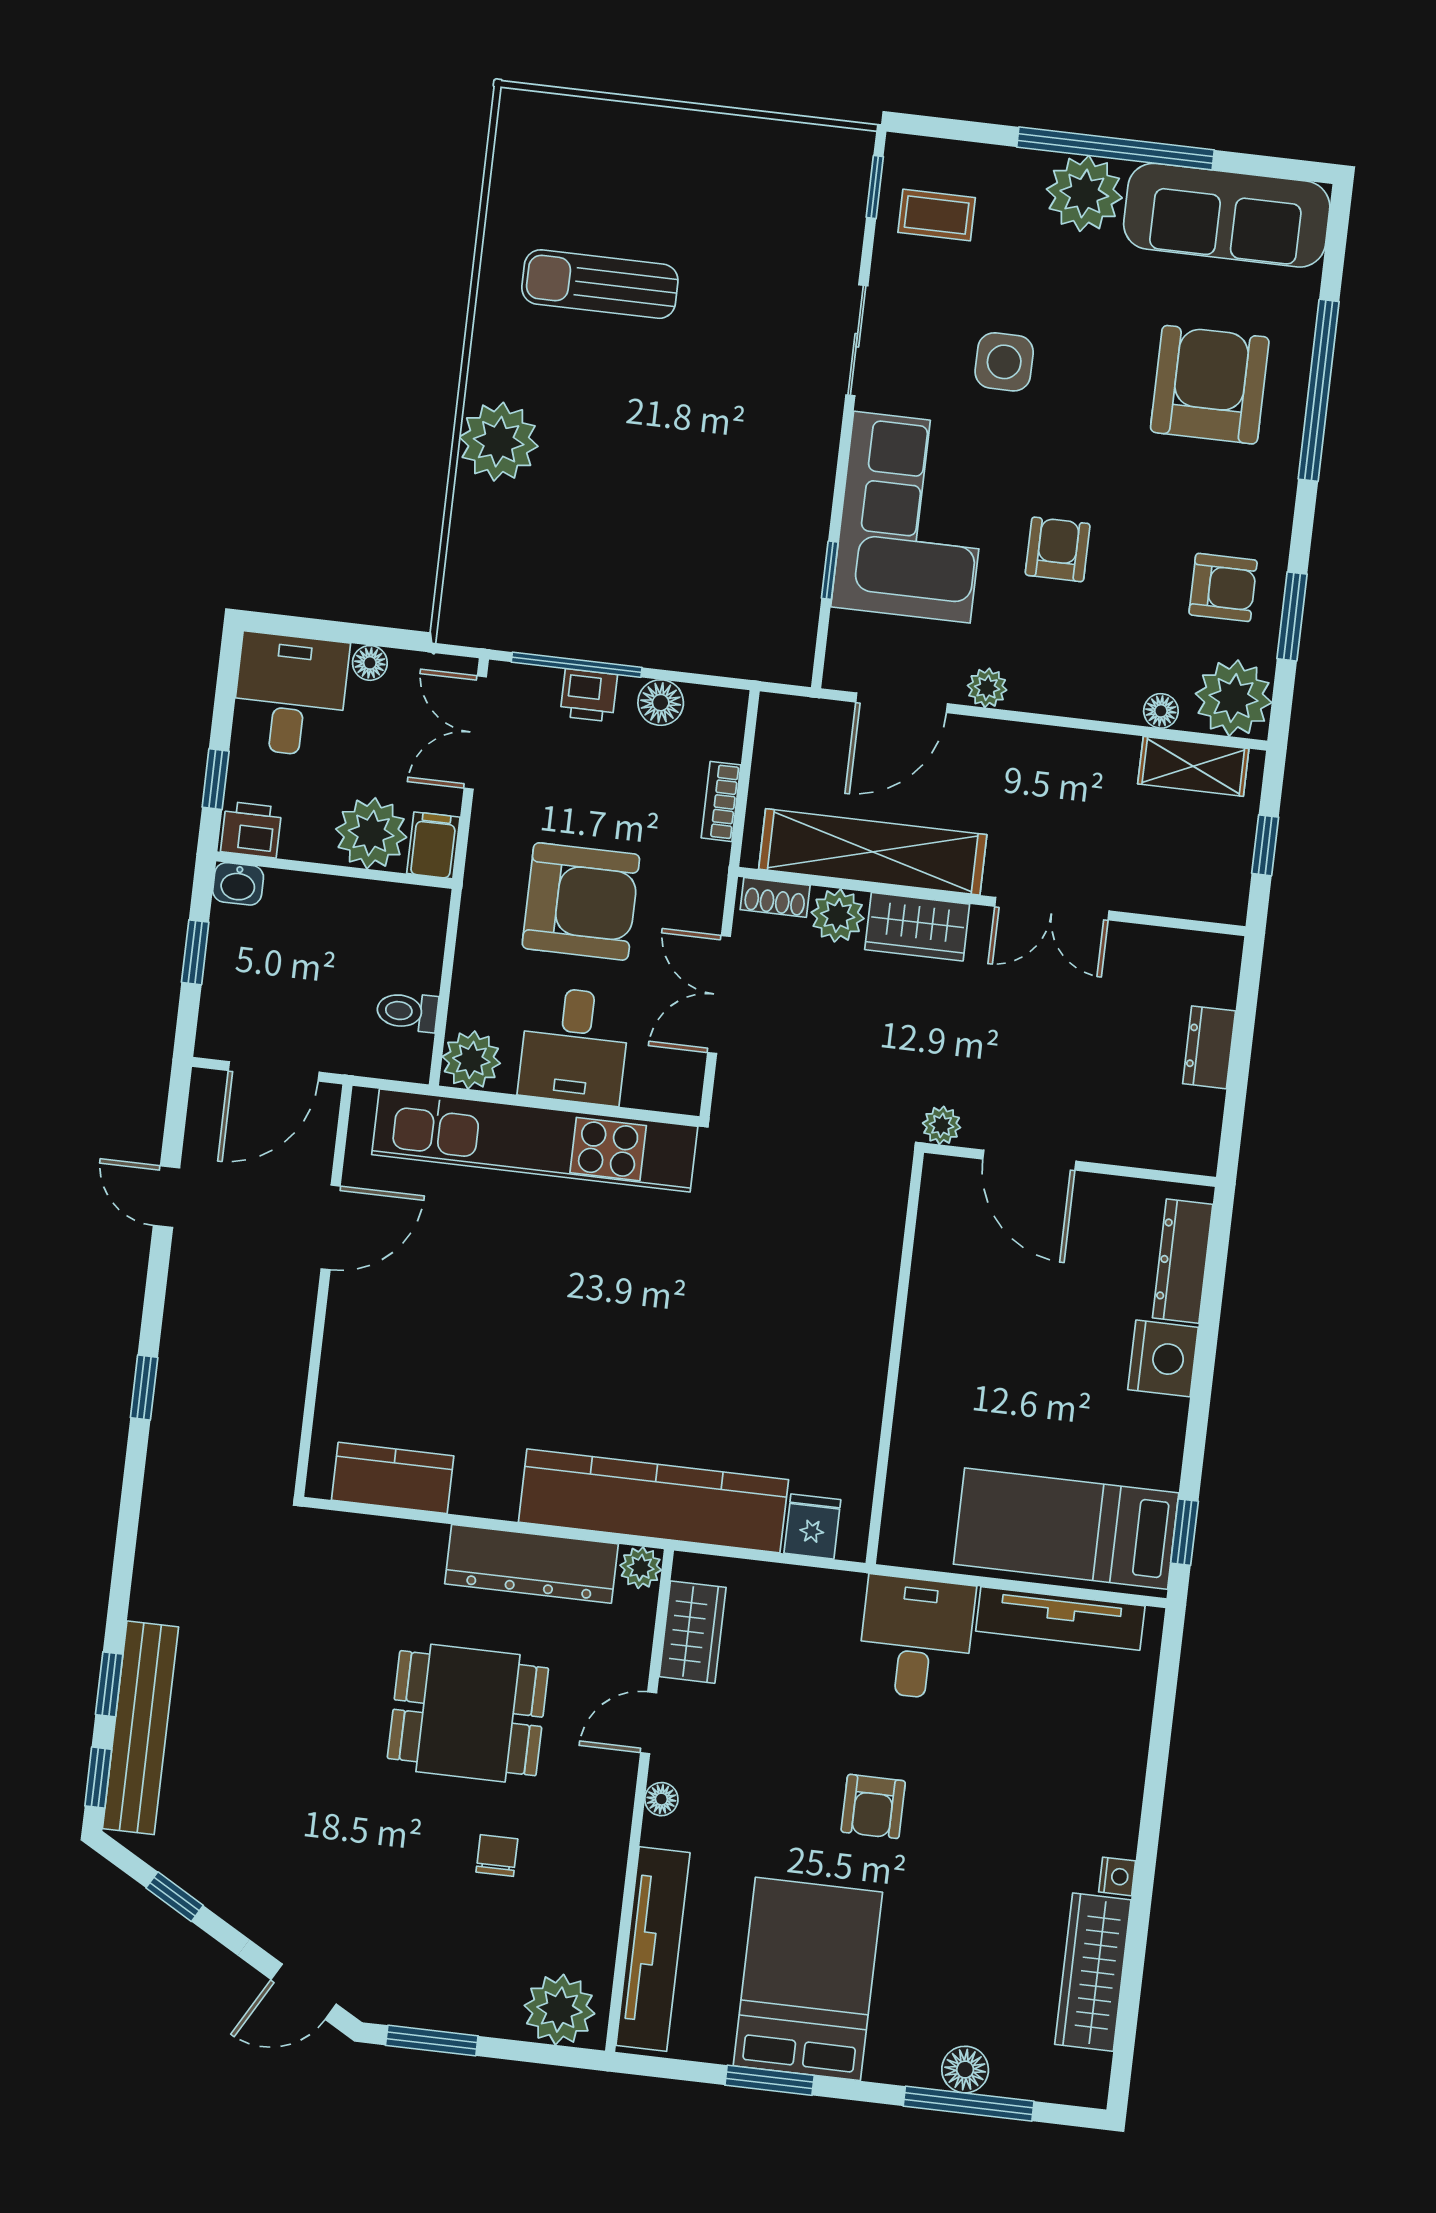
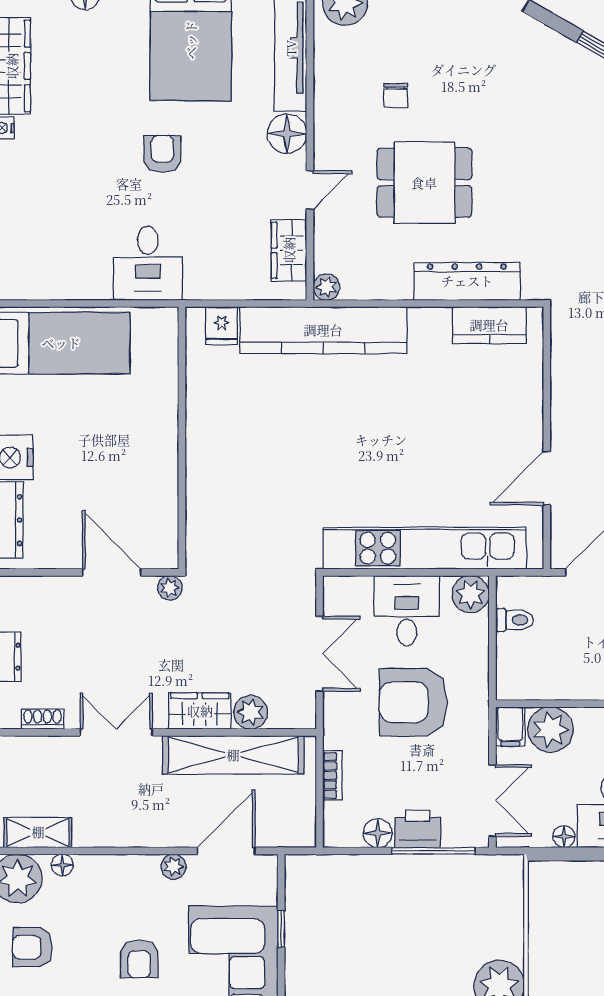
printer: (589, 695) -> (418, 829), width x1.36, depth x1.24
shoe rack: (775, 897) -> (42, 719), moved
dresser: (531, 1564) -> (467, 281), moved
tv unit: (1060, 1618) -> (58, 286), removed
floor lamp: (661, 1799) -> (287, 134), width x1.89, depth x1.89

